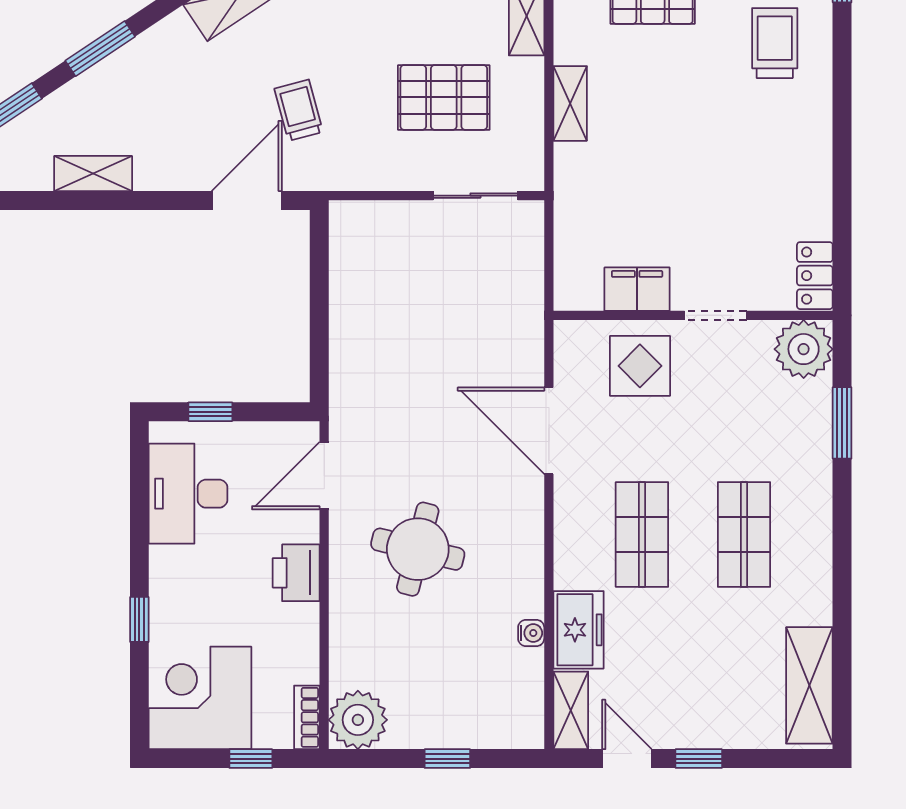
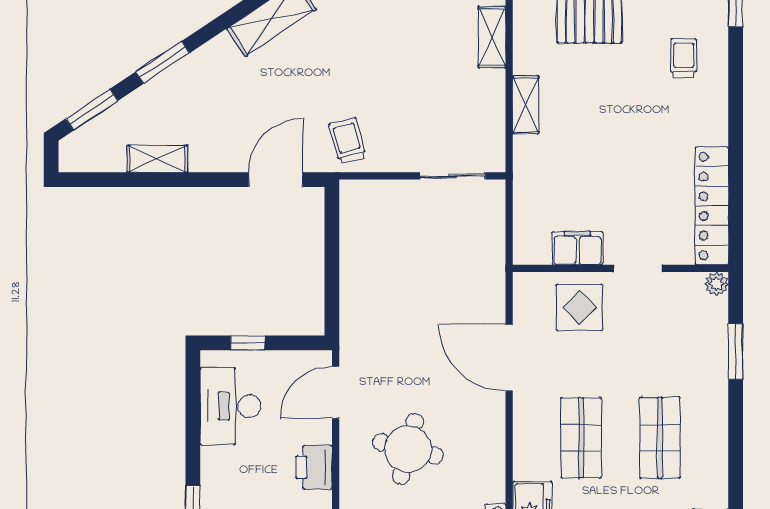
trolley: (775, 43) -> (684, 58), width x0.73, depth x0.72
pallet: (444, 97) -> (428, 100), removed
trolley: (299, 110) -> (348, 141), moved
locker: (815, 276) -> (712, 206), width x2.16, depth x1.21
plant: (804, 349) -> (716, 284), width x0.53, depth x0.53

